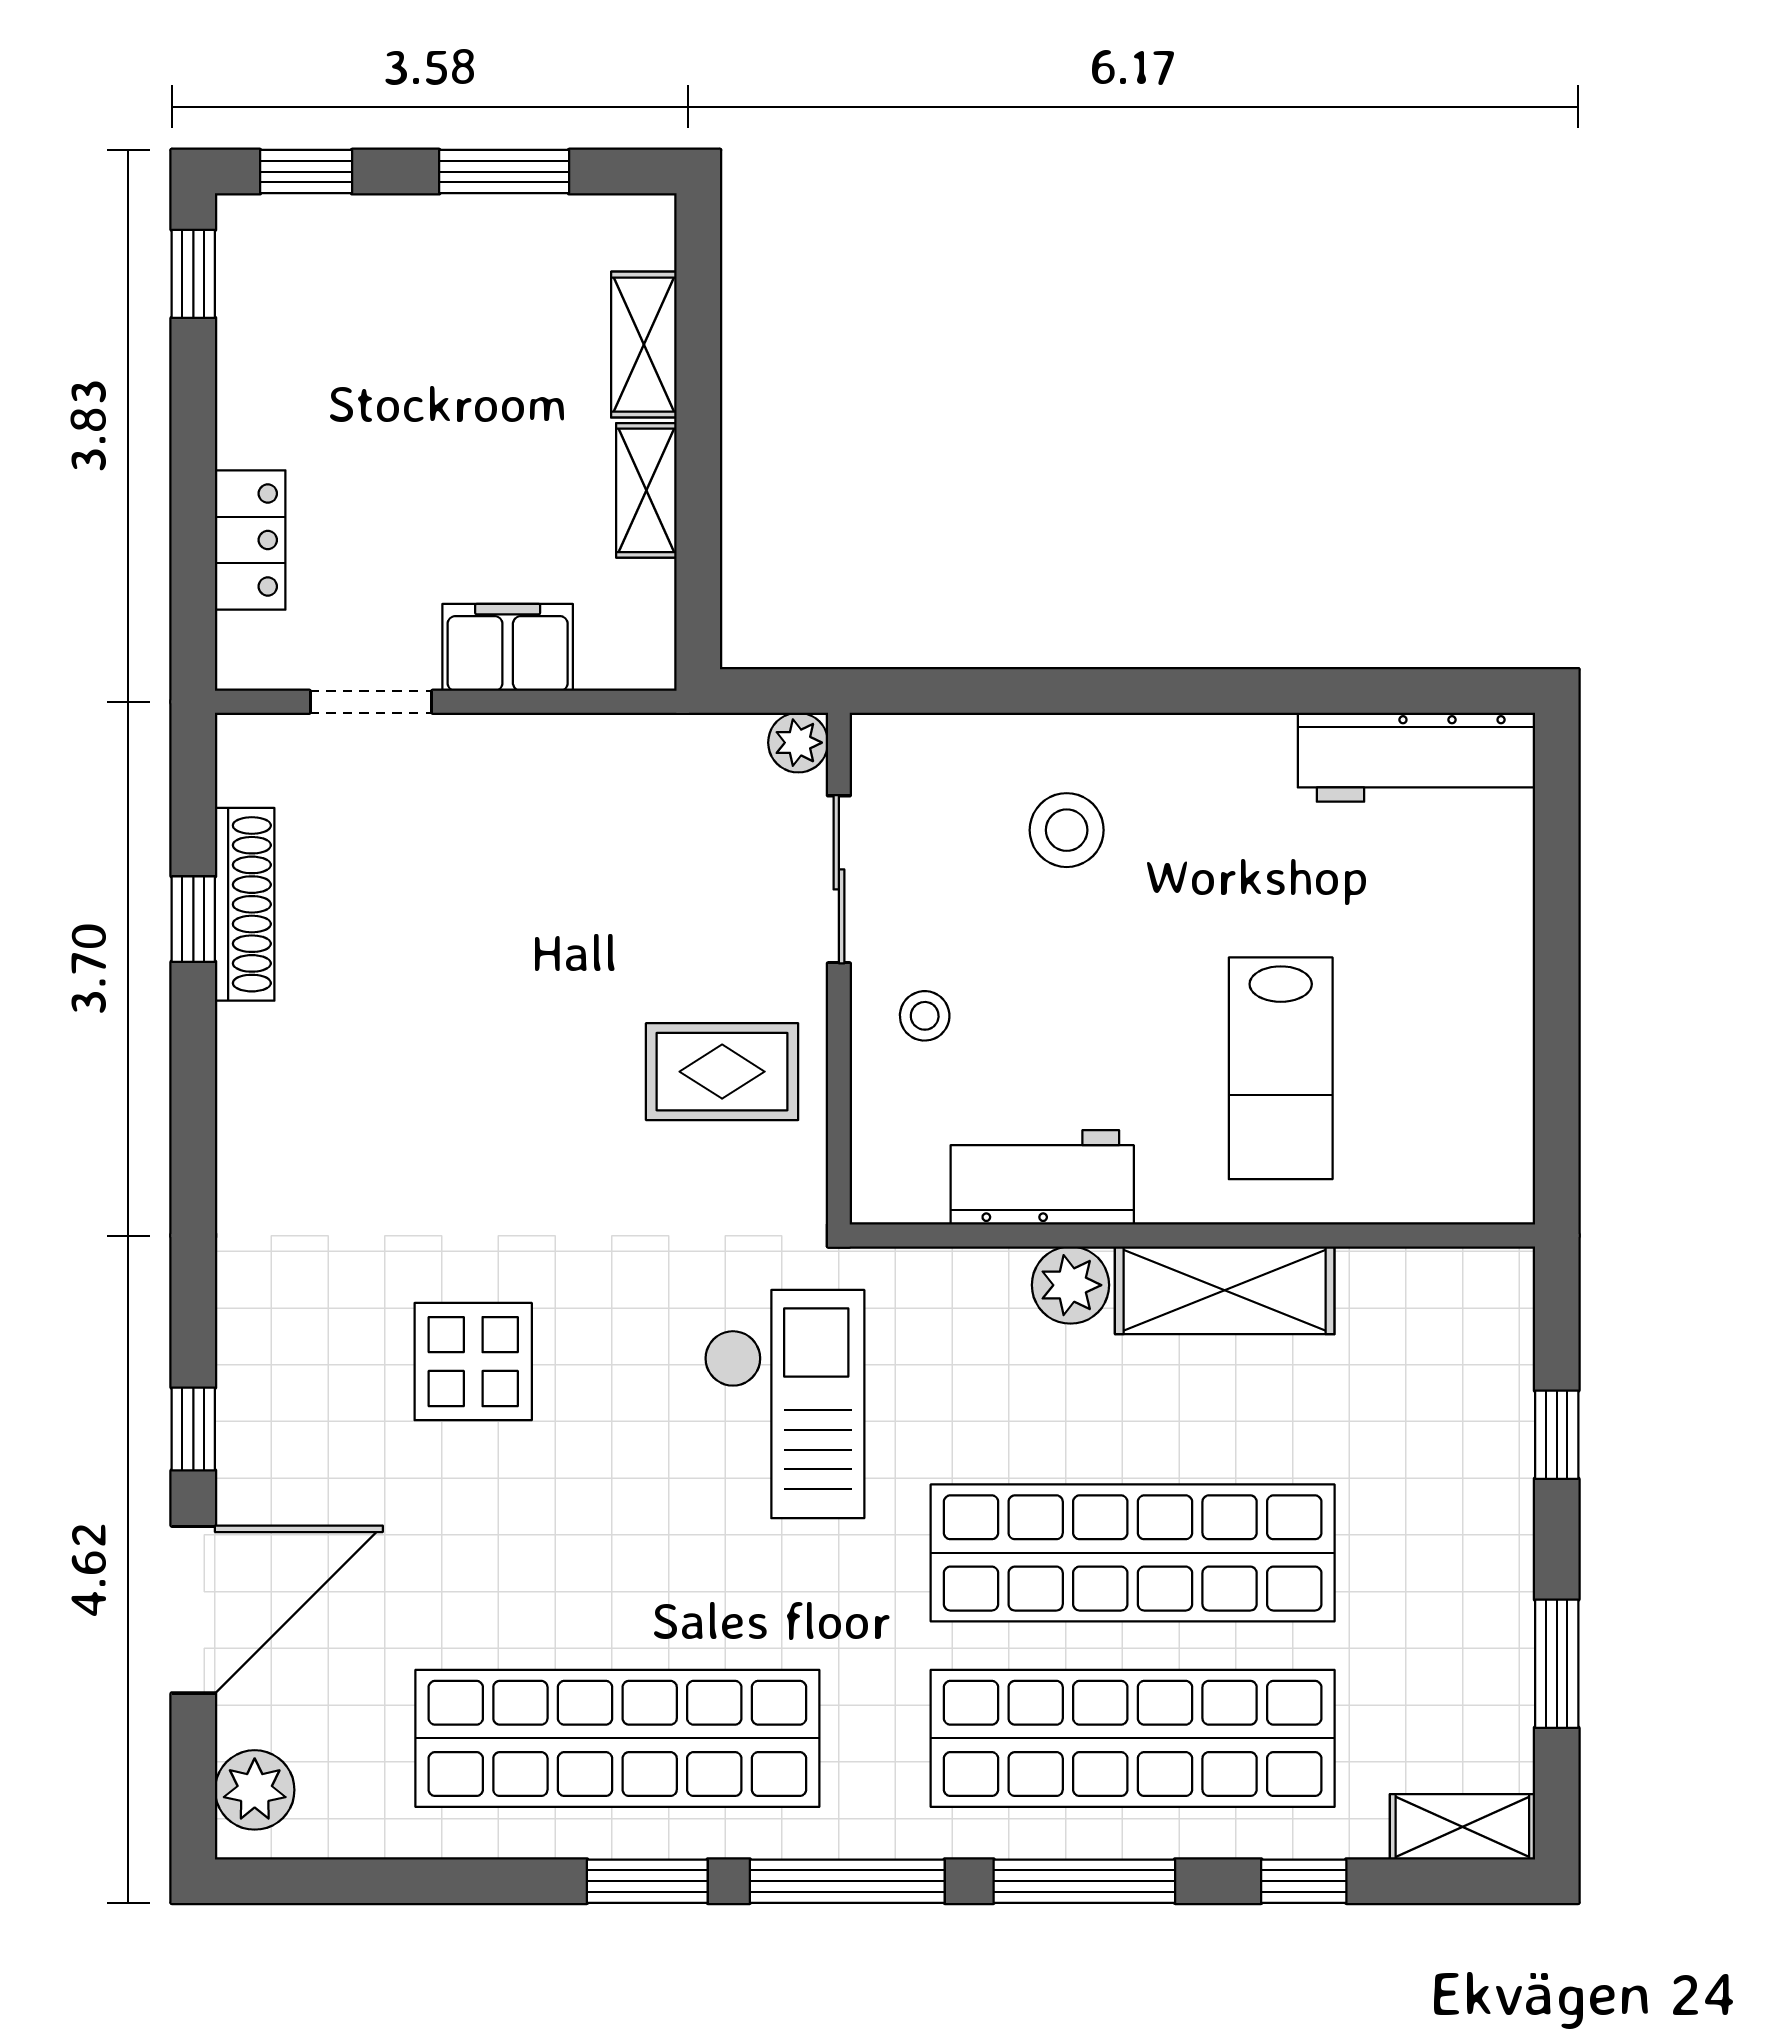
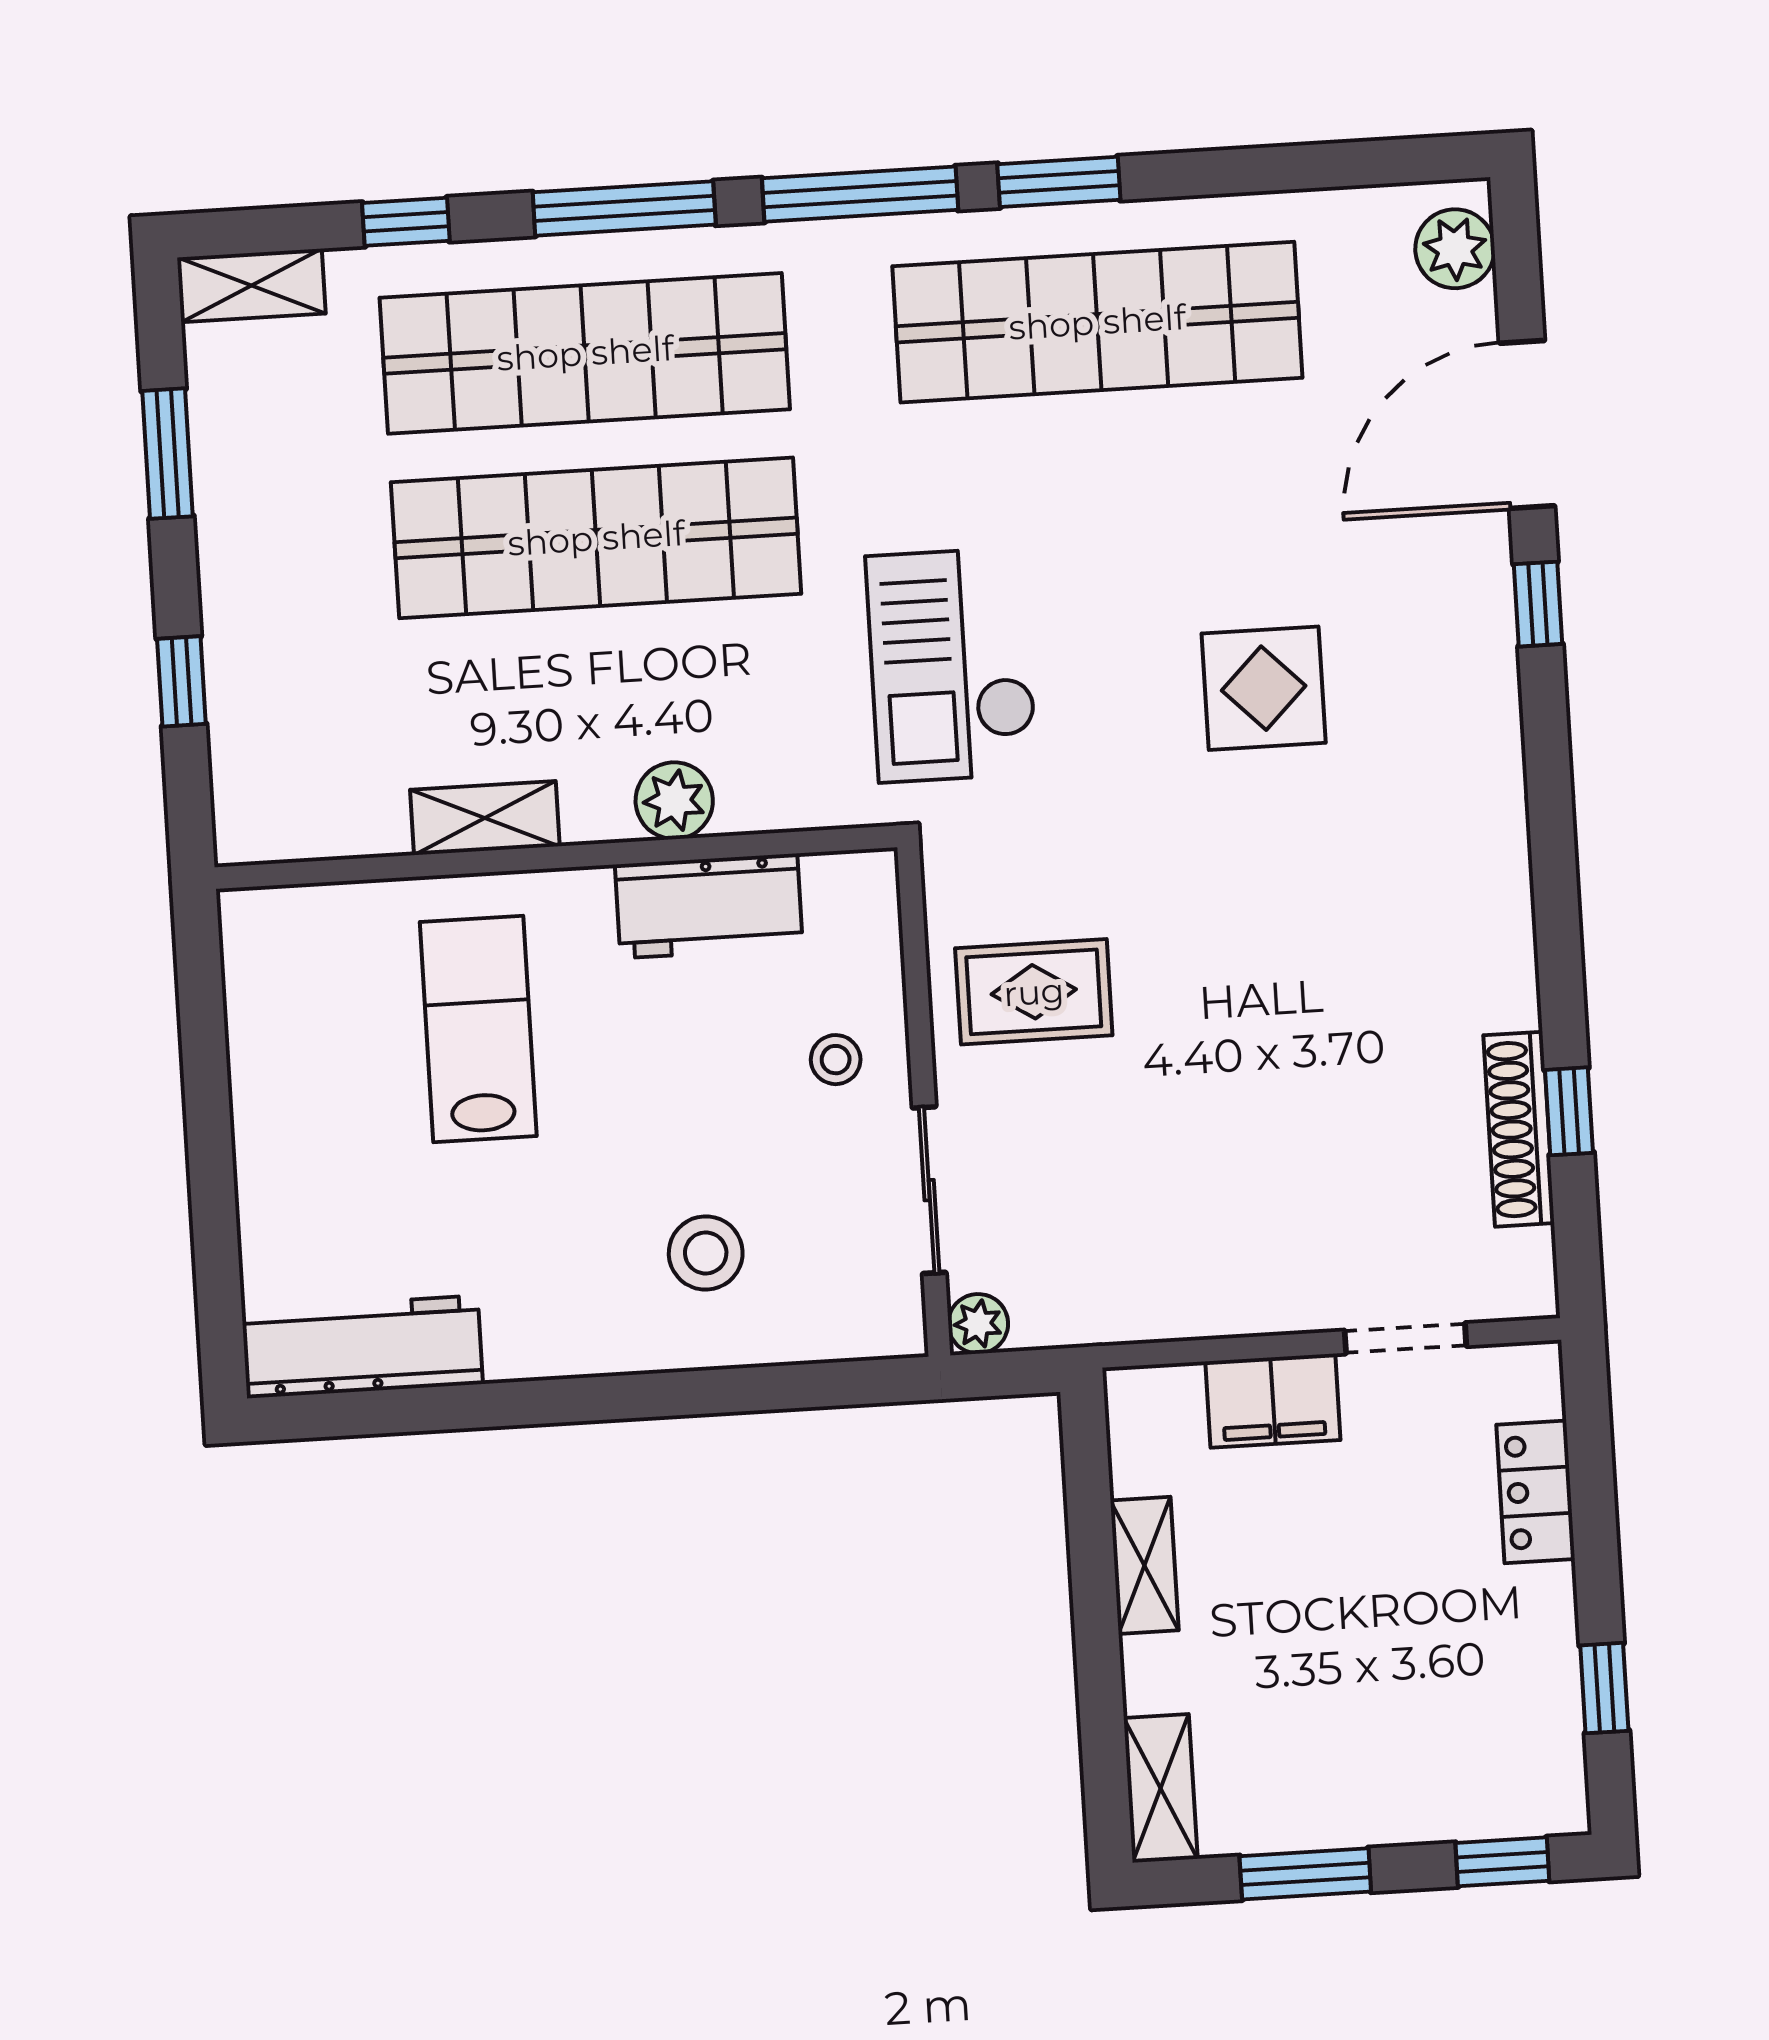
window: (193, 274) -> (1604, 1688), moved
shelving: (644, 345) -> (1161, 1788), moved
shelving: (1225, 1290) -> (485, 818), width x0.67, depth x0.75

